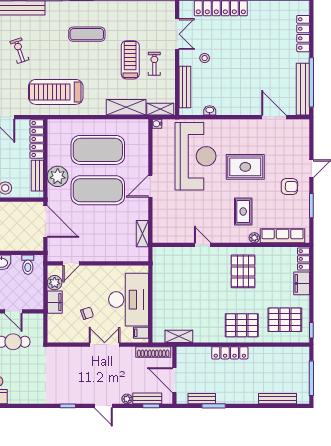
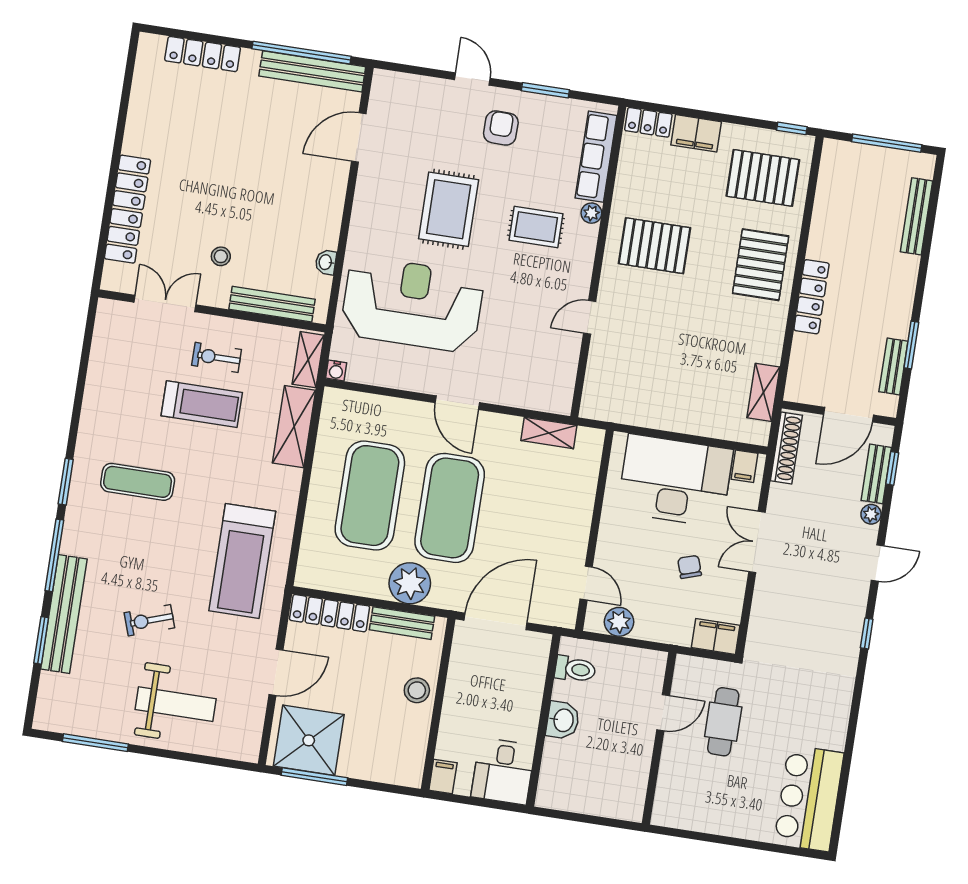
exercise mat: (87, 34) -> (138, 482), turned 90
treadmill: (130, 60) -> (202, 404), turned 180
filing cabinet: (55, 302) -> (716, 636), moved
pallet: (285, 320) -> (763, 178), turned 90

